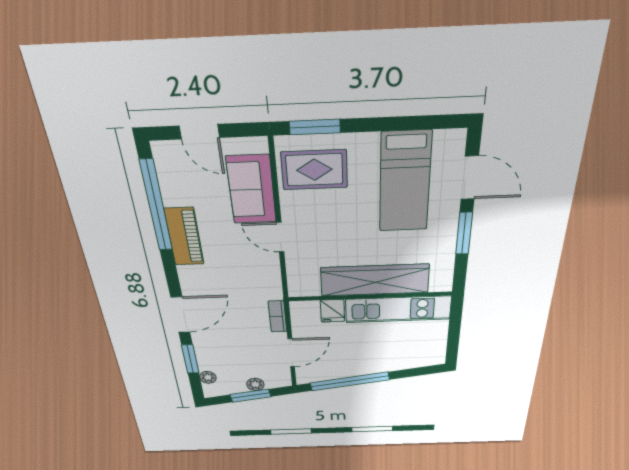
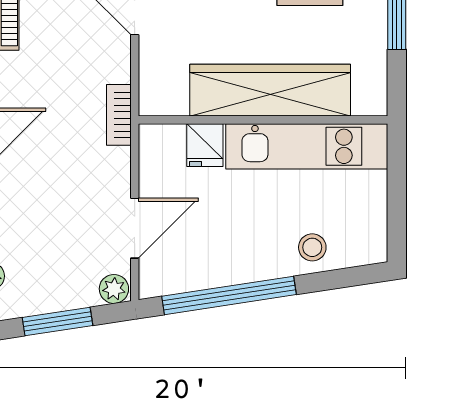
bookcase: (278, 316) -> (119, 115), moved
stool: (400, 358) -> (312, 247), added
plant: (255, 384) -> (114, 289), moved

